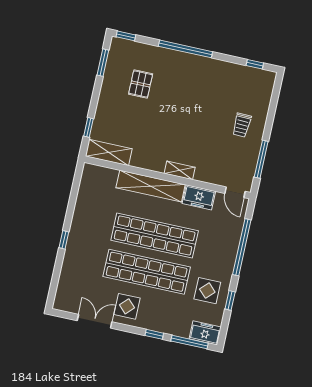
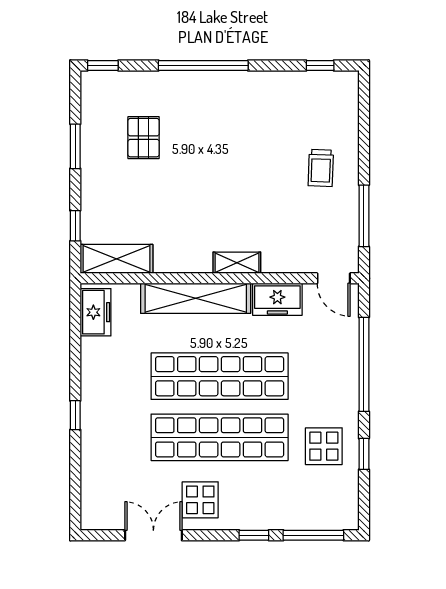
window: (103, 63) -> (75, 146), moved
freezer: (205, 333) -> (96, 312), moved, turned 90

